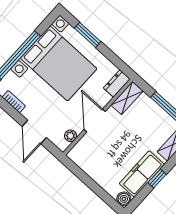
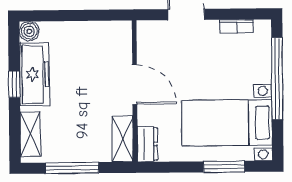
bed with nightstands: (59, 63) -> (227, 123), width x0.73
plant: (71, 136) -> (145, 46), removed

